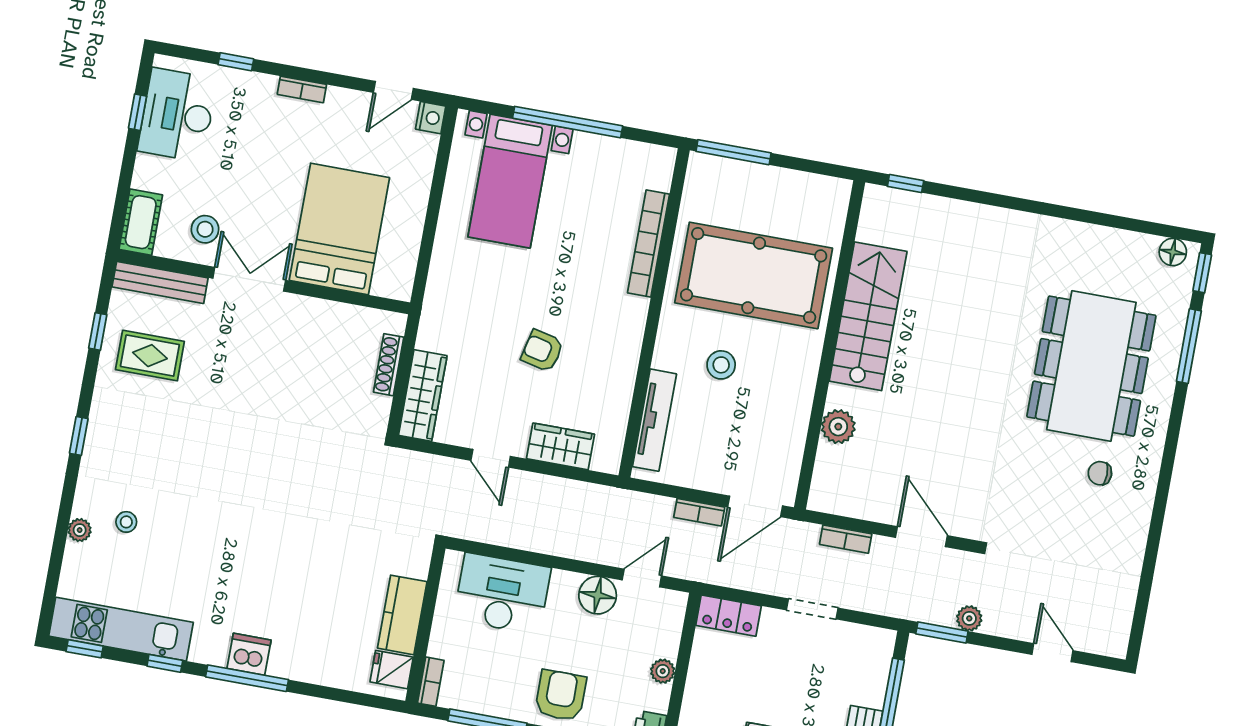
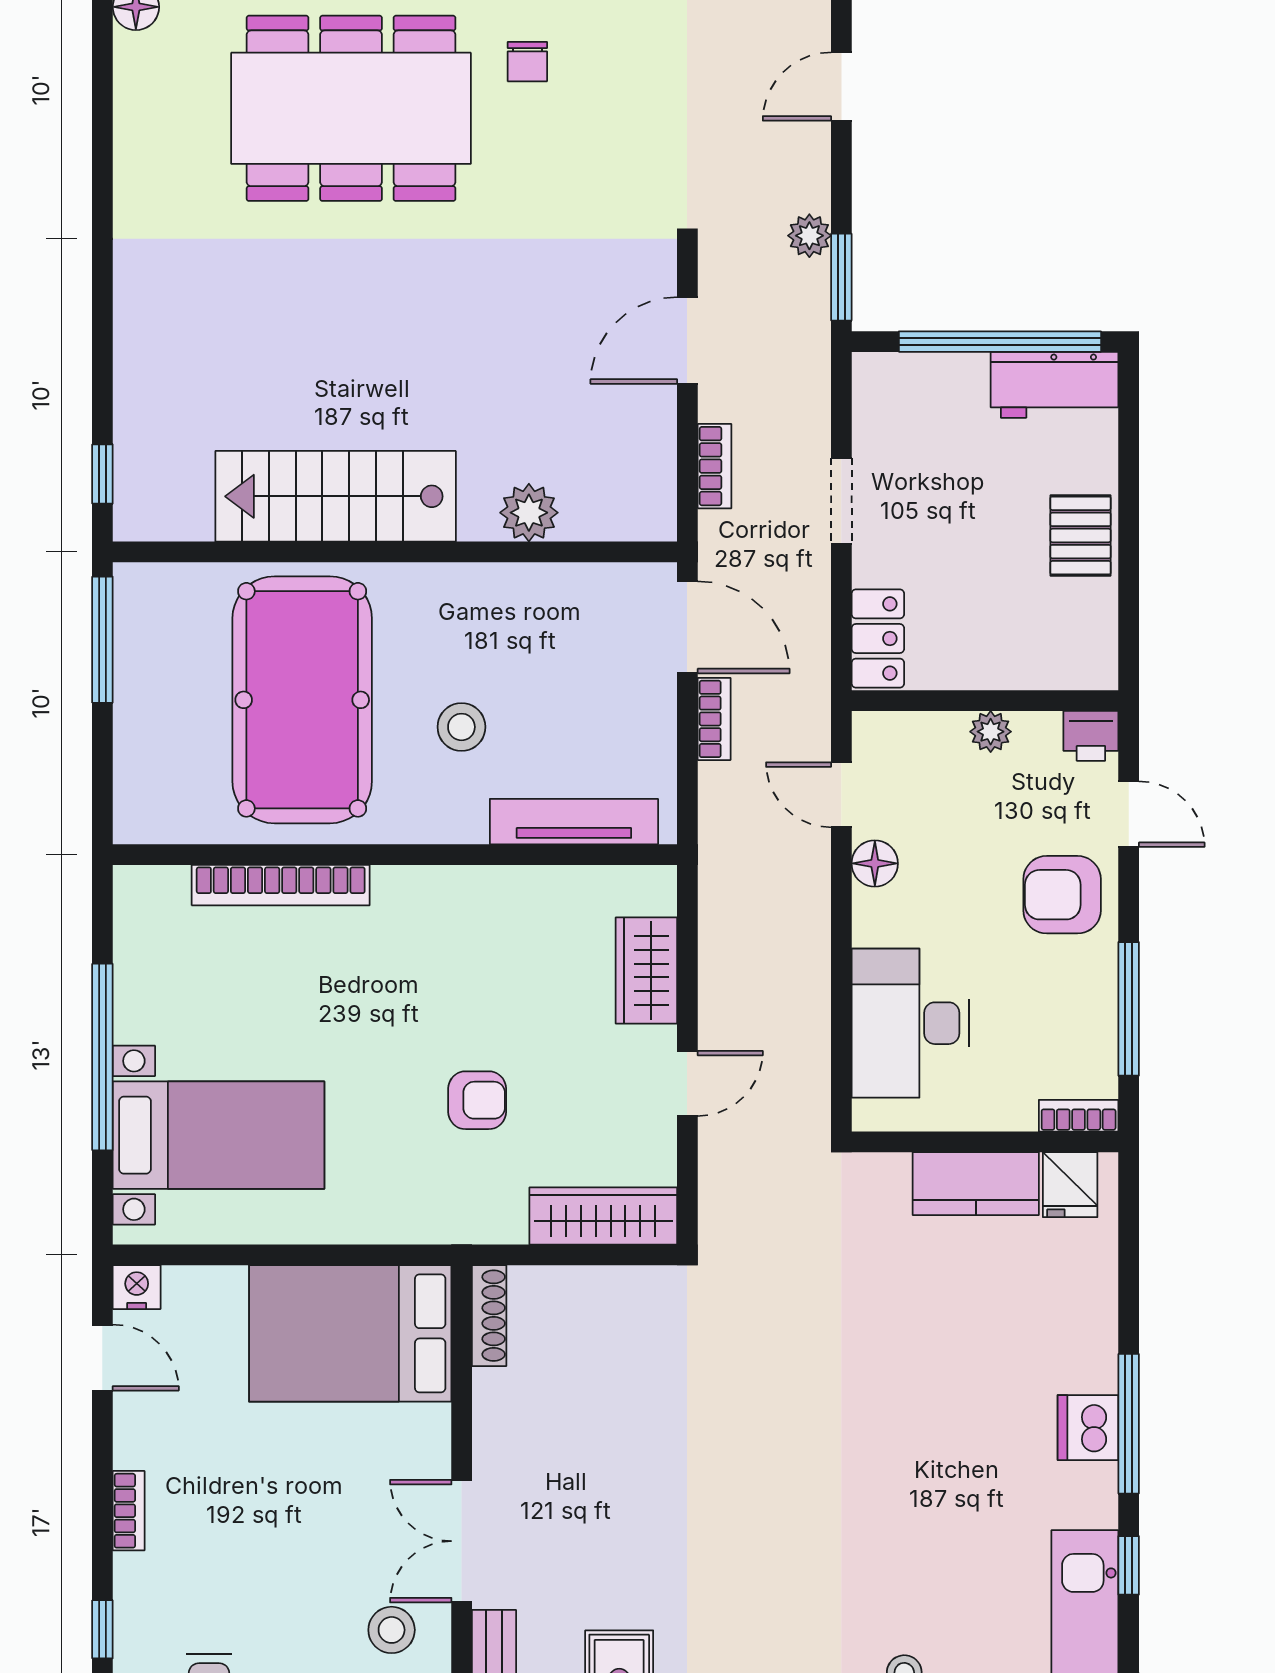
window: (734, 152) -> (102, 640), moved
bed: (339, 229) -> (350, 1333), moved
armchair: (542, 351) -> (477, 1100), moved, turned -103
shoe rack: (389, 365) -> (489, 1316), moved, turned -90
floor lamp: (598, 595) -> (875, 863), width x0.73, depth x0.73

